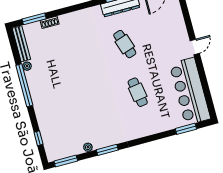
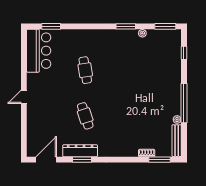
bar counter: (190, 91) -> (39, 51), width x0.73

